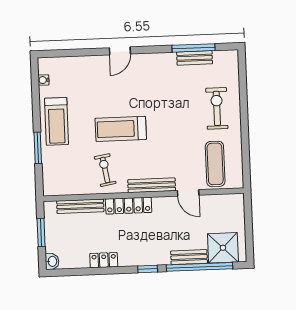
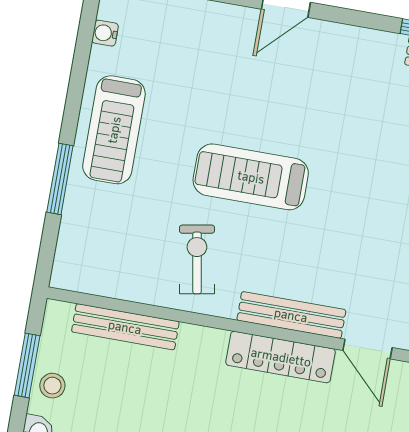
locker: (129, 206) -> (281, 357), moved
stool: (54, 239) -> (52, 386), added

